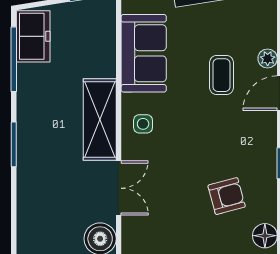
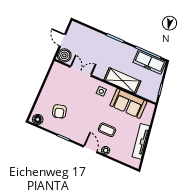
freezer: (33, 36) -> (150, 62), width x1.40
shelving: (100, 119) -> (122, 81), moved
double door: (119, 188) -> (81, 71), swing flipped

